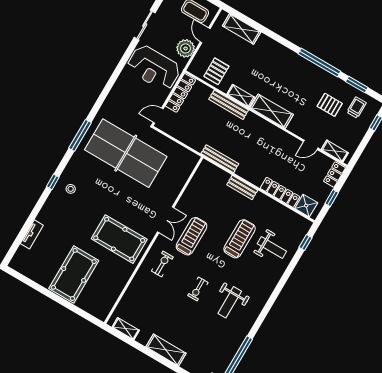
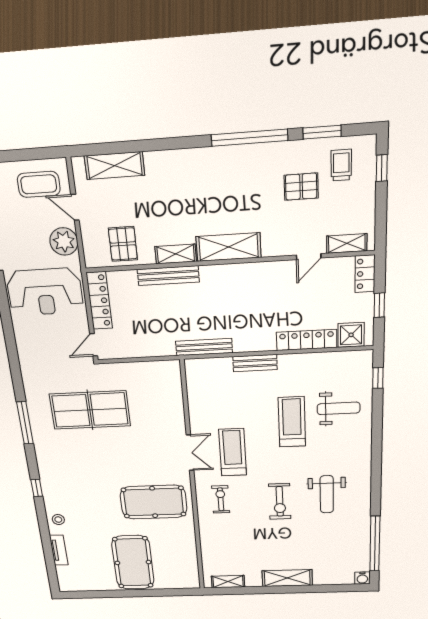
table tennis table: (126, 153) -> (90, 410), width x0.73, depth x0.76
stool: (71, 189) -> (58, 520), moved
exercise bike: (198, 289) -> (280, 501), width x1.38, depth x1.39

